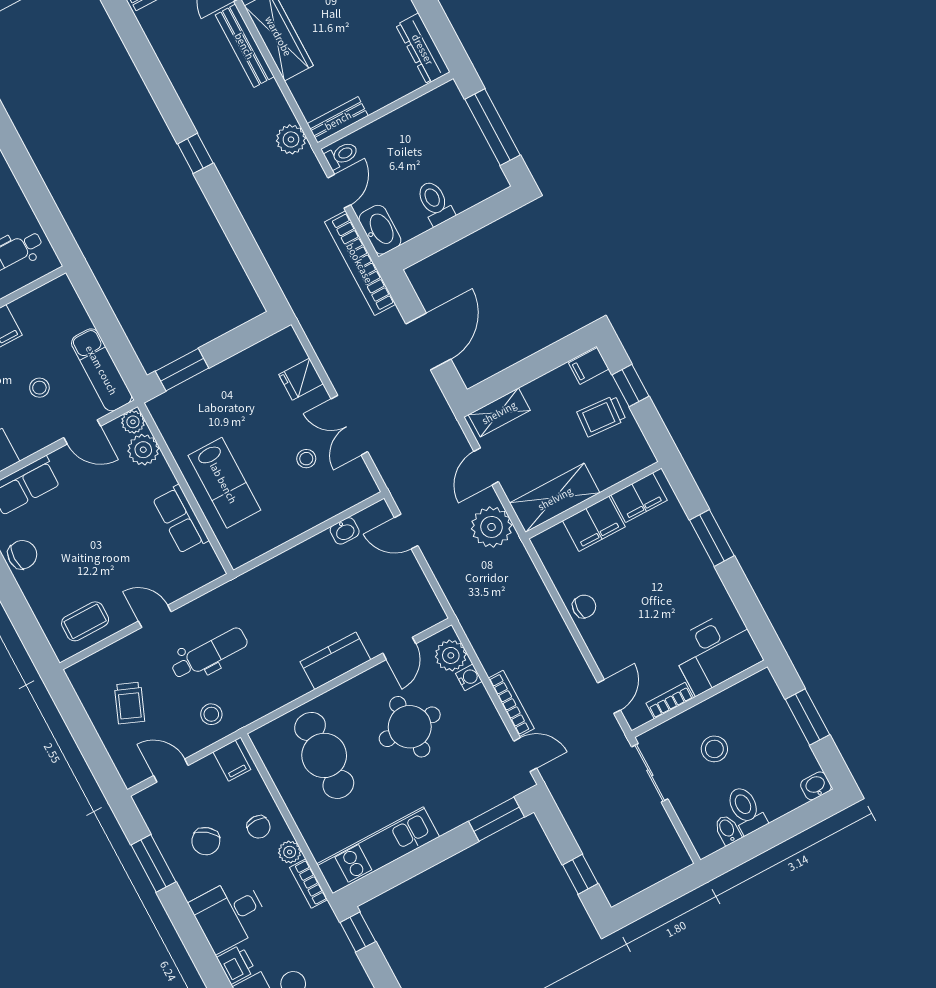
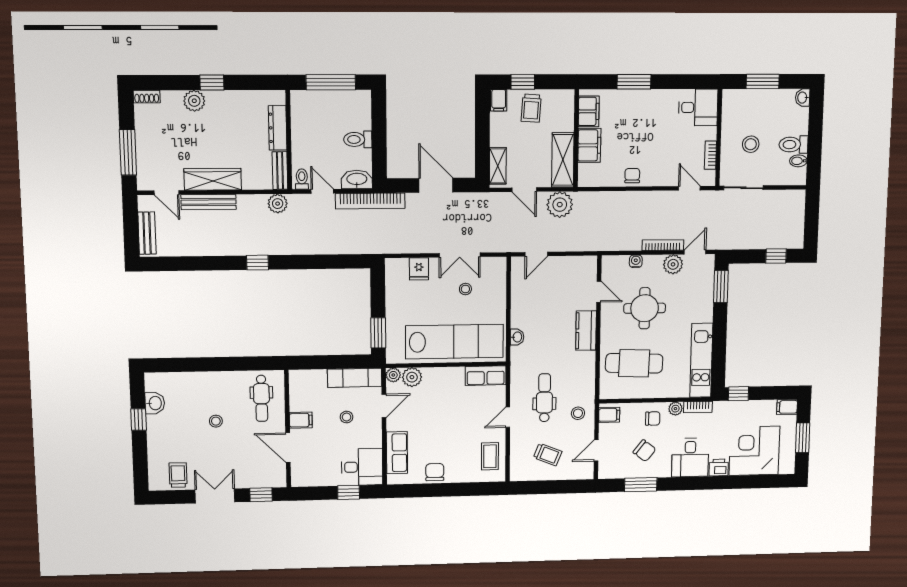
dresser: (423, 49) -> (278, 128), moved, turned 90
lab bench: (224, 483) -> (454, 342), width x1.86, depth x1.39
row of seats: (181, 519) -> (486, 376), moved
washbasin: (345, 531) -> (517, 337), moved
desk: (716, 652) -> (698, 107), width x0.73
plant: (451, 655) -> (673, 264), moved

